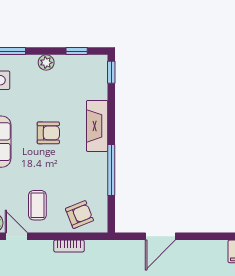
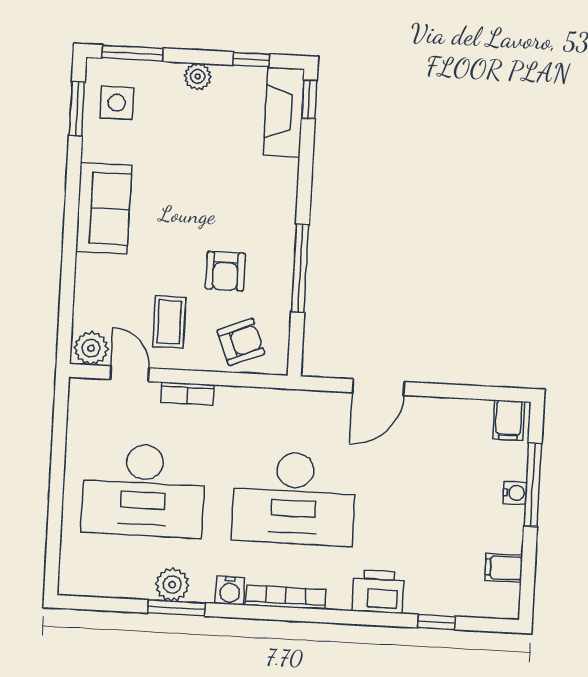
fireplace: (97, 126) -> (284, 112), moved
armchair: (48, 133) -> (225, 271), moved, turned 90
bookcase: (69, 246) -> (187, 394), moved

